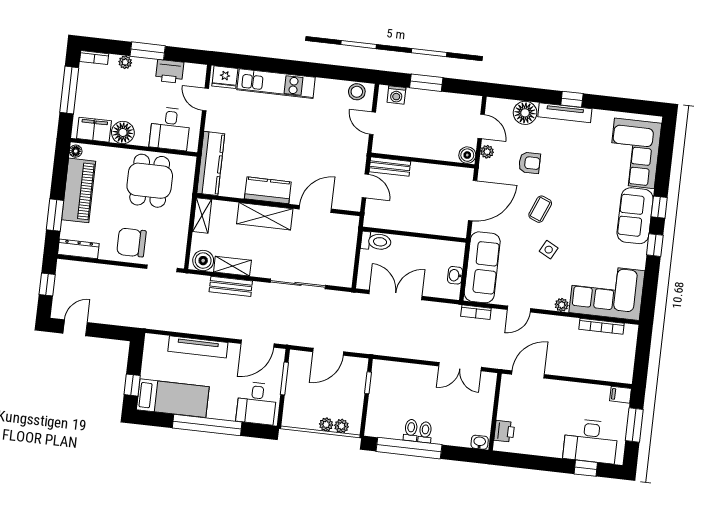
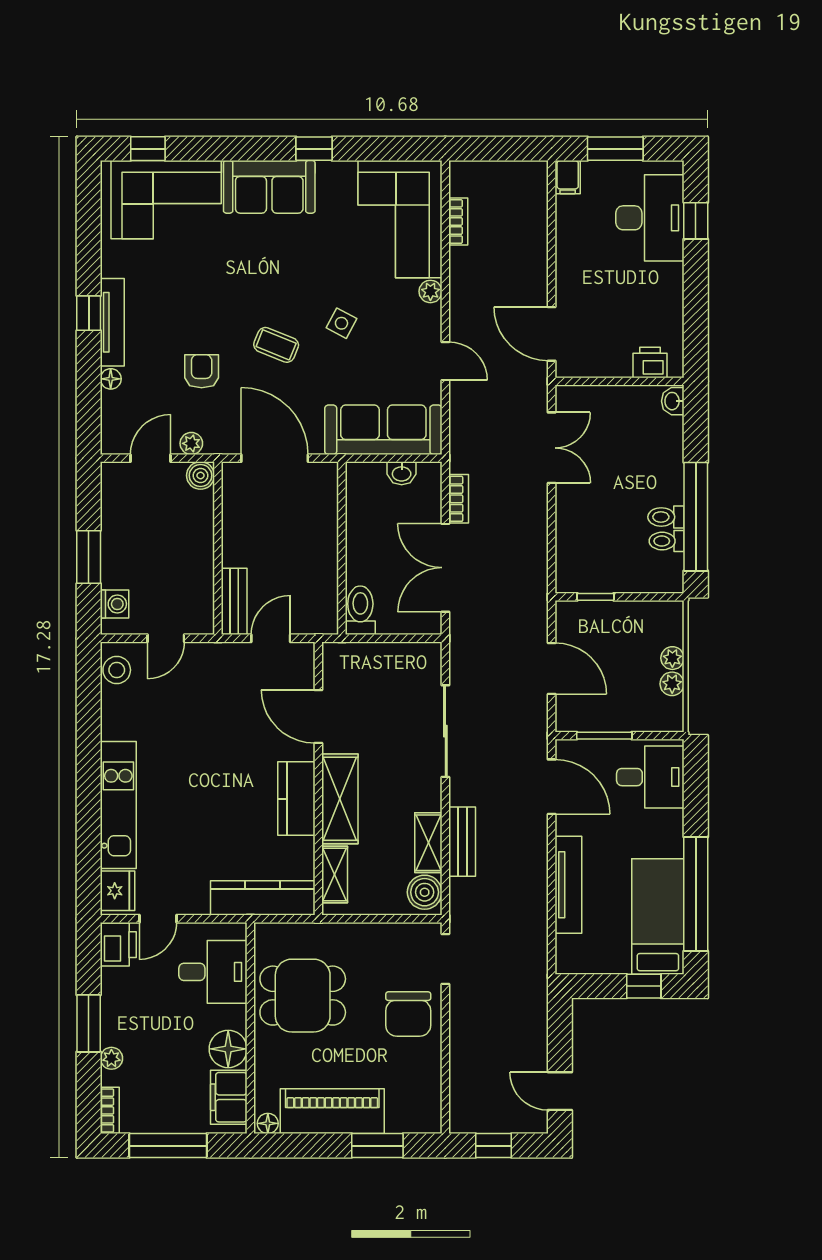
printer: (170, 71) -> (118, 945), moved
floor lamp: (525, 113) -> (111, 379), width x0.53, depth x0.53
window: (659, 207) -> (148, 149), moved
shelving: (202, 215) -> (335, 875), moved, turned 90
dresser: (78, 249) -> (429, 1101), removed
bookcase: (476, 312) -> (459, 499), moved
bookcase: (601, 326) -> (458, 221), width x0.64
window: (207, 425) -> (696, 894), moved
plant: (341, 426) -> (672, 684), moved
toilet: (425, 432) -> (667, 541), moved

